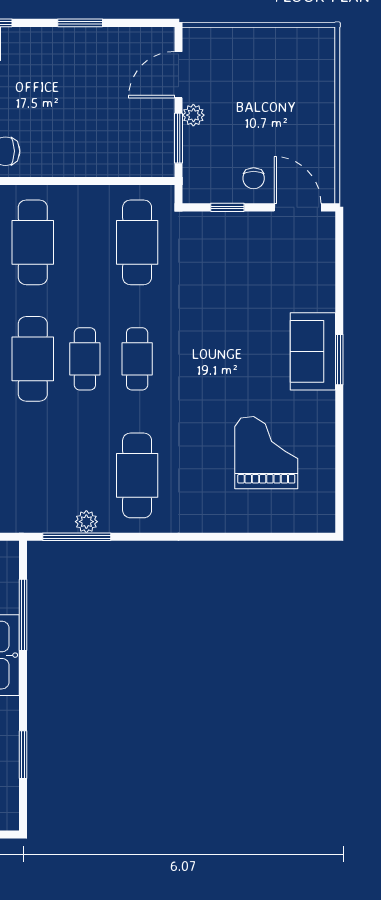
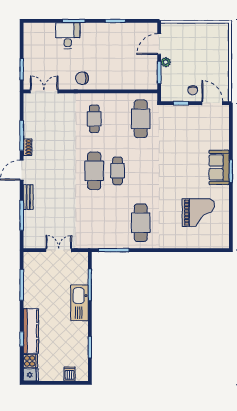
cafe table: (33, 242) -> (94, 119), width x0.73, depth x0.74
cafe table: (137, 359) -> (141, 171), removed
grand piano: (266, 453) -> (198, 213), turned 90
plant: (86, 522) -> (118, 243), removed

